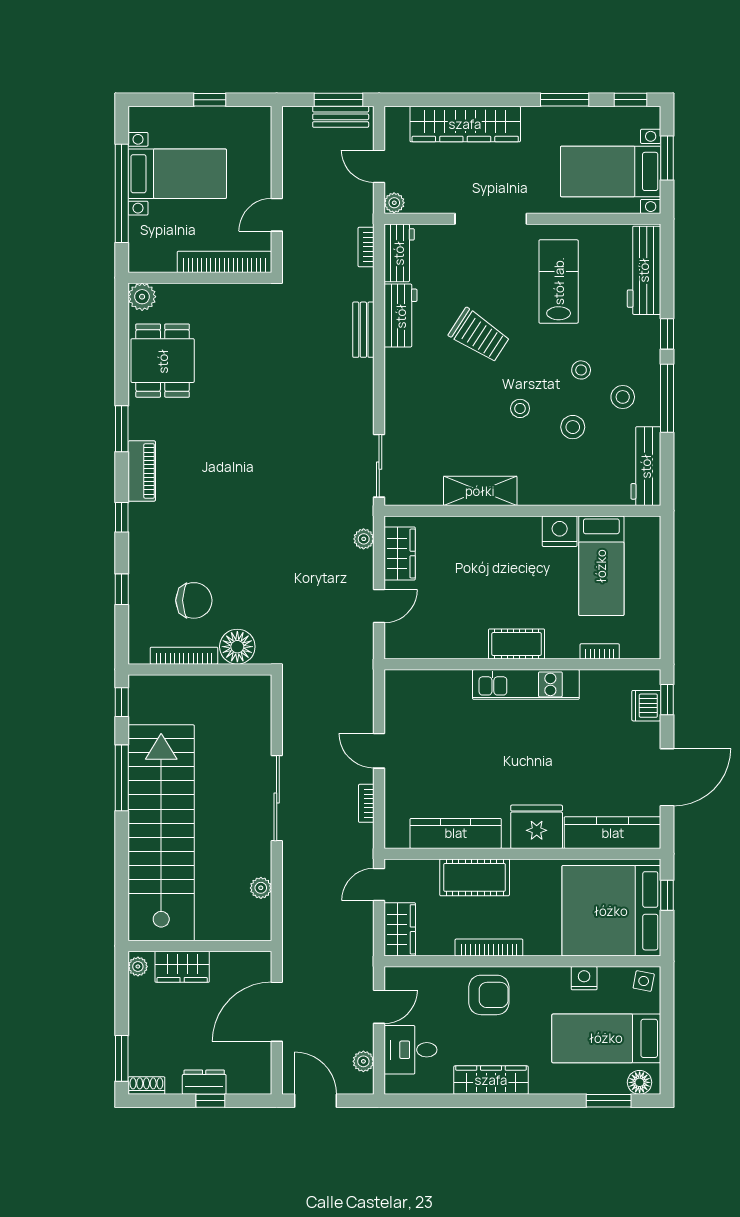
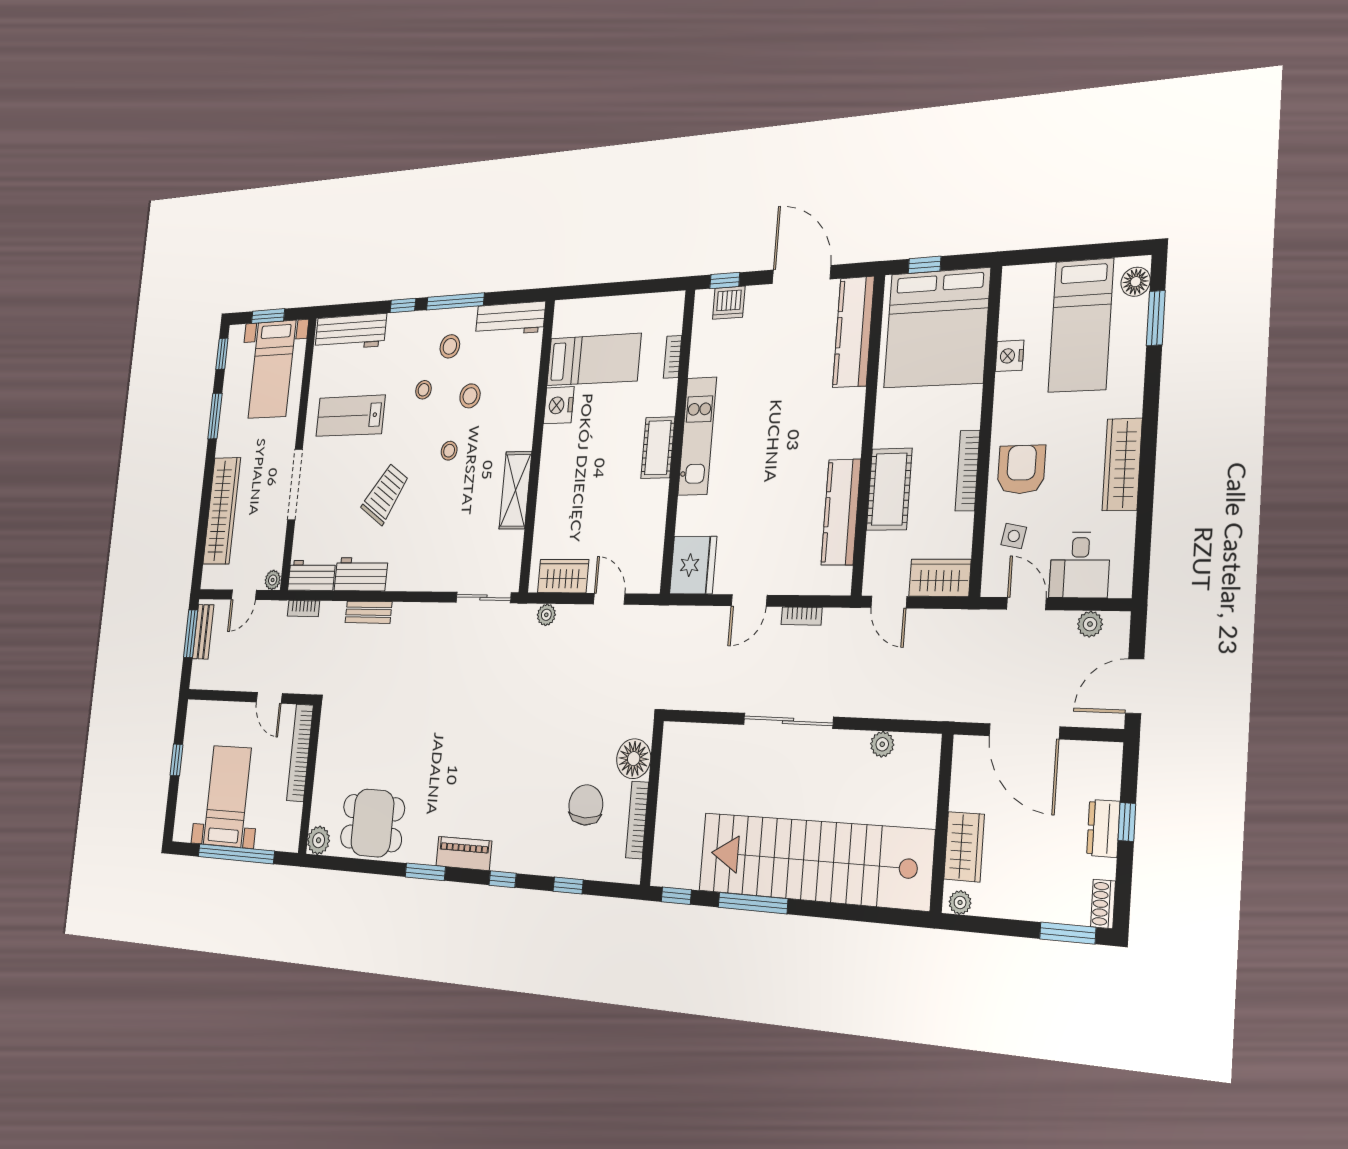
fridge: (537, 827) -> (693, 565), moved, turned 180
side table: (644, 981) -> (1014, 536), moved

